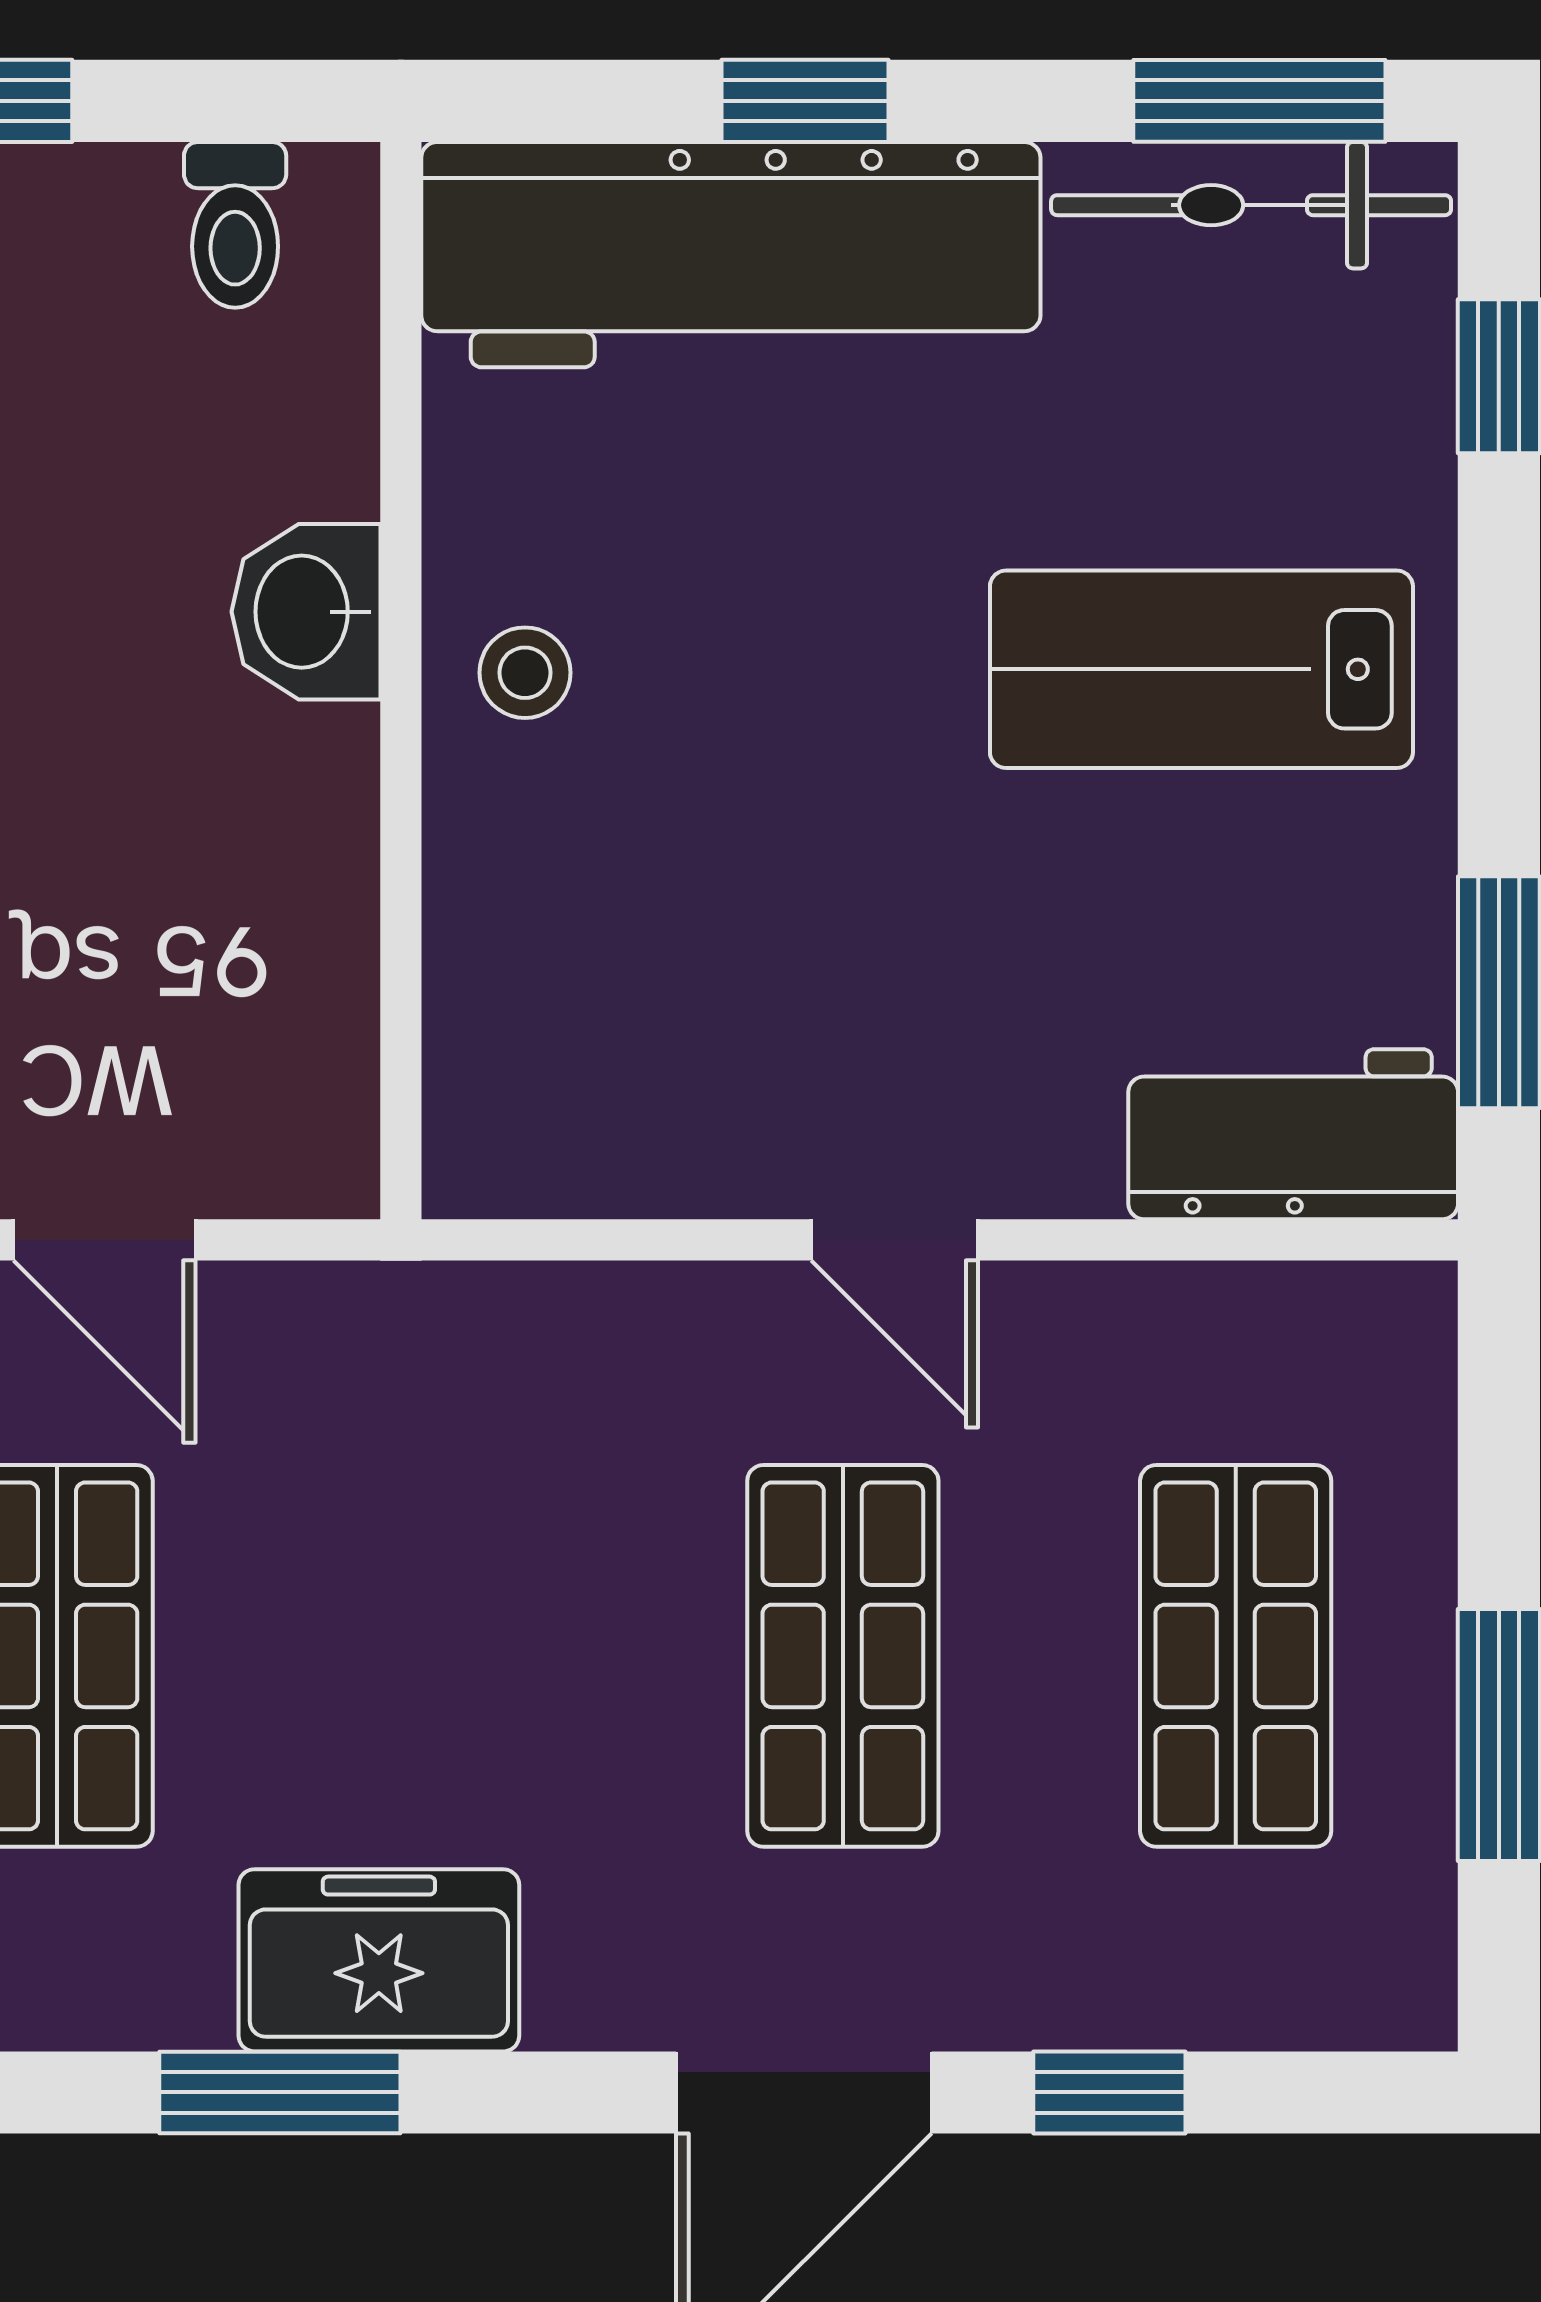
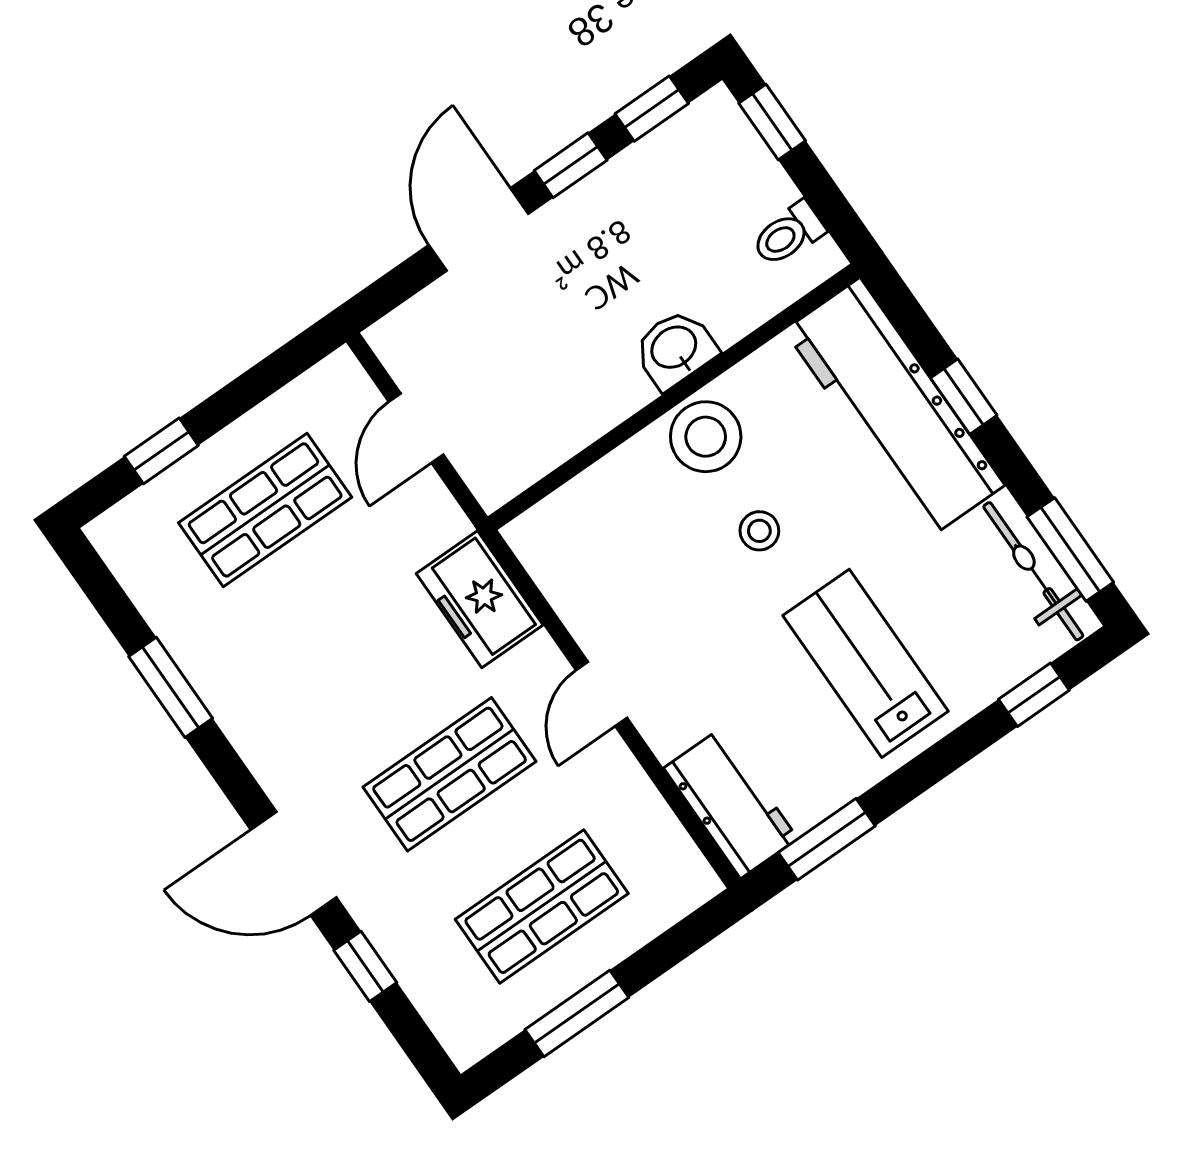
stool: (525, 673) -> (706, 437), width x1.89, depth x1.89
stool: (788, 697) -> (759, 531), added
freezer: (379, 1960) -> (480, 599), moved, turned 180

